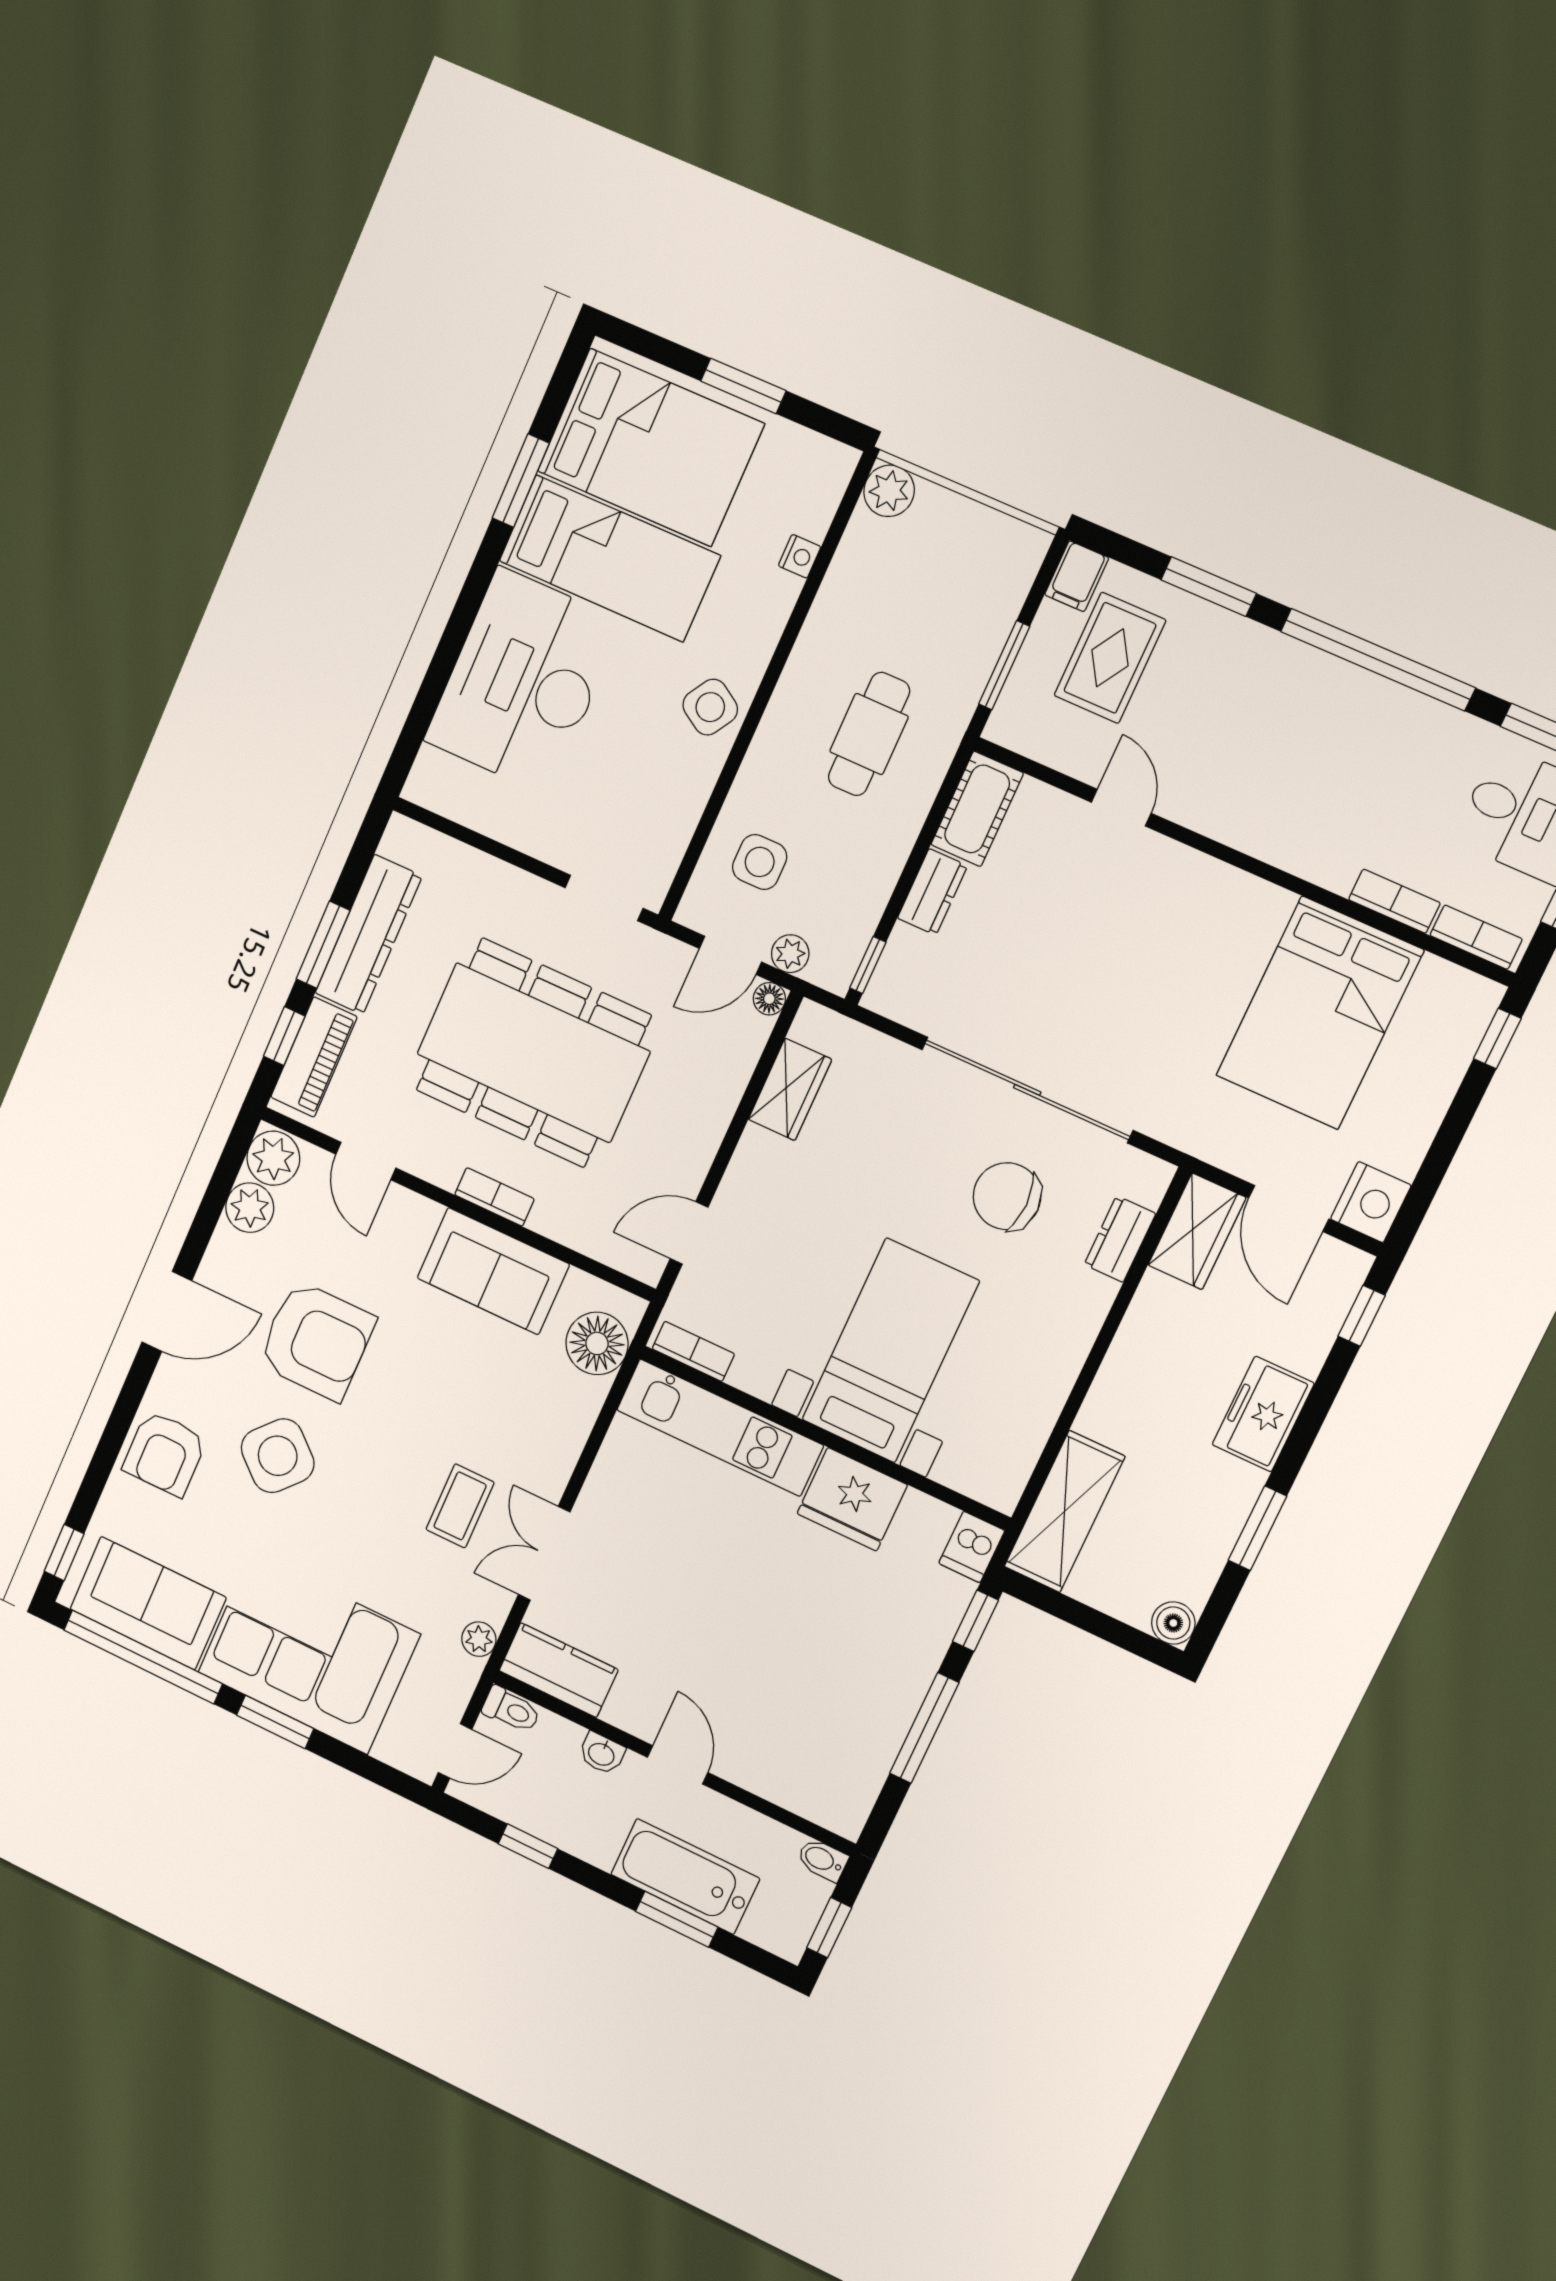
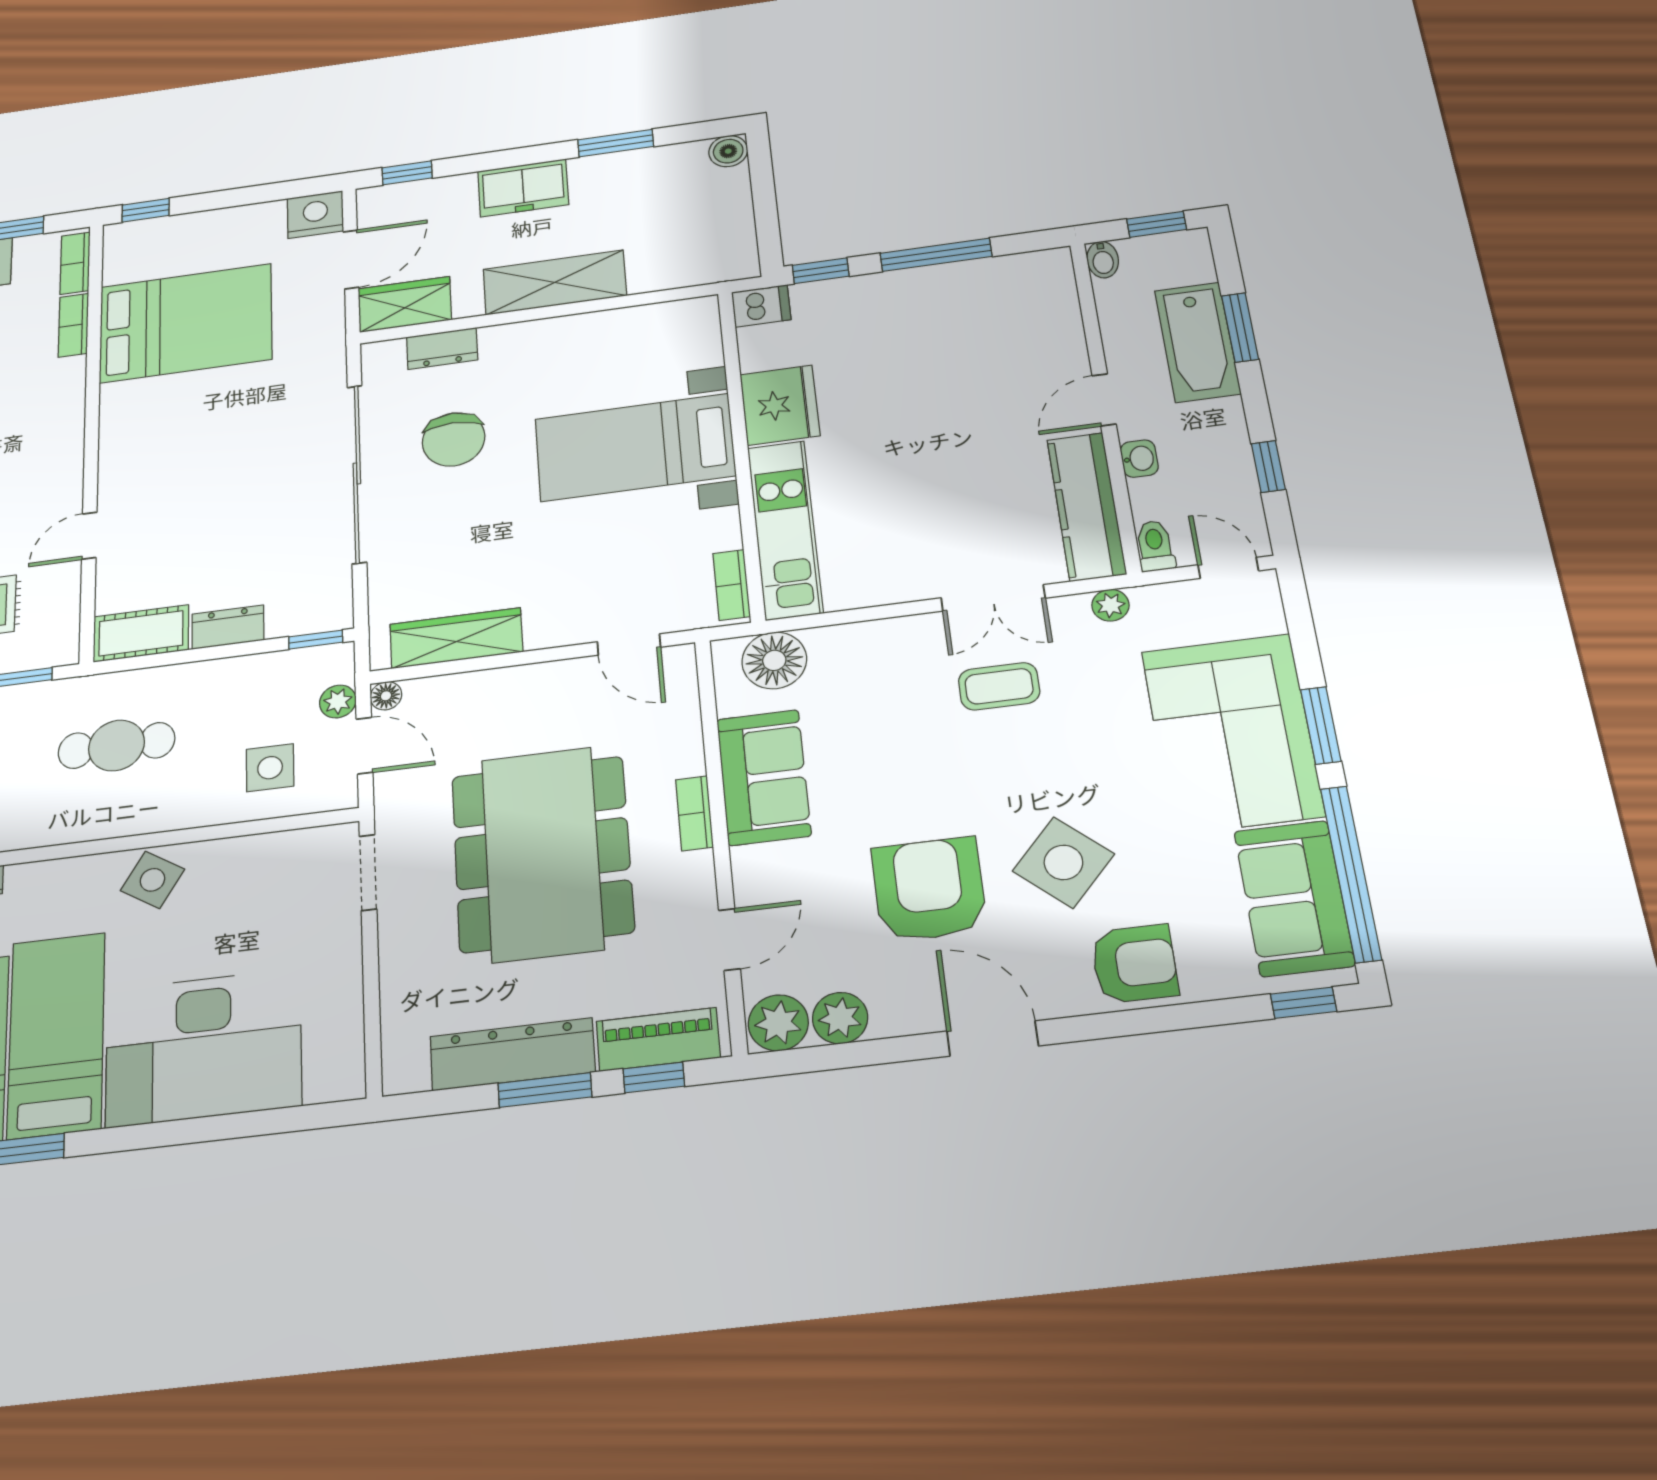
wardrobe: (790, 1089) -> (456, 638), width x1.50
shelving: (1064, 1512) -> (555, 282), moved
kitchen counter: (559, 1670) -> (1086, 506), width x1.50

